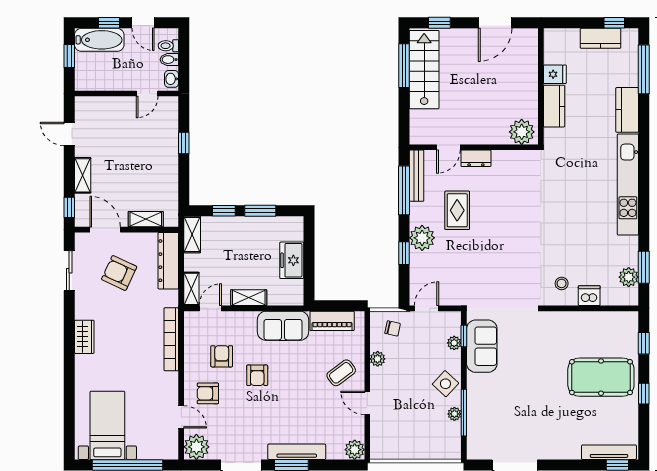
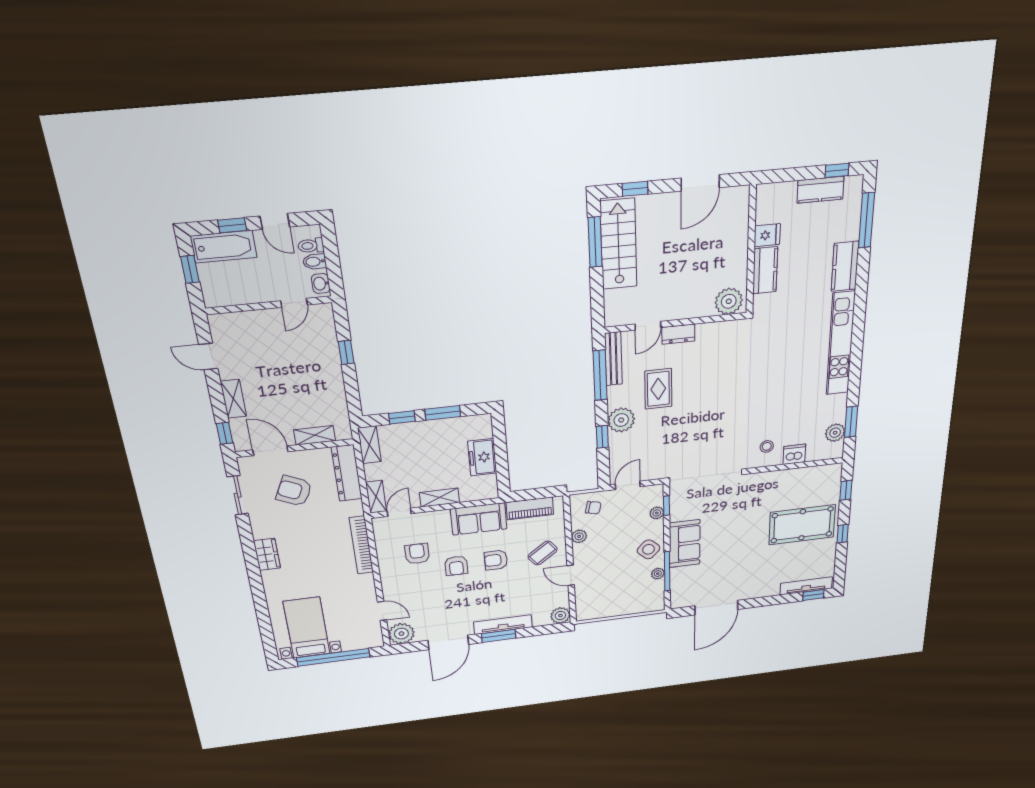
sofa: (482, 346) -> (685, 544), moved
armchair: (208, 393) -> (496, 560), moved

